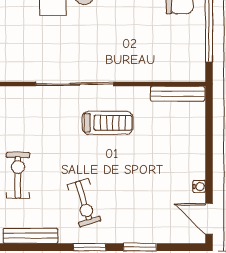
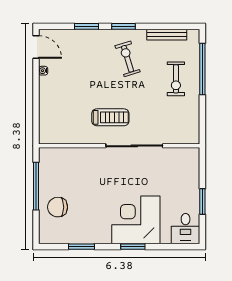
bench: (178, 94) -> (59, 139), removed
treadmill: (107, 123) -> (110, 117), turned 180

